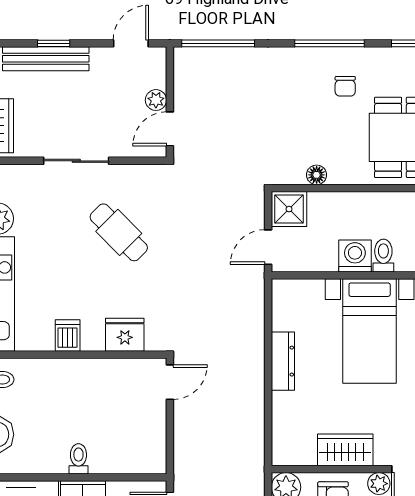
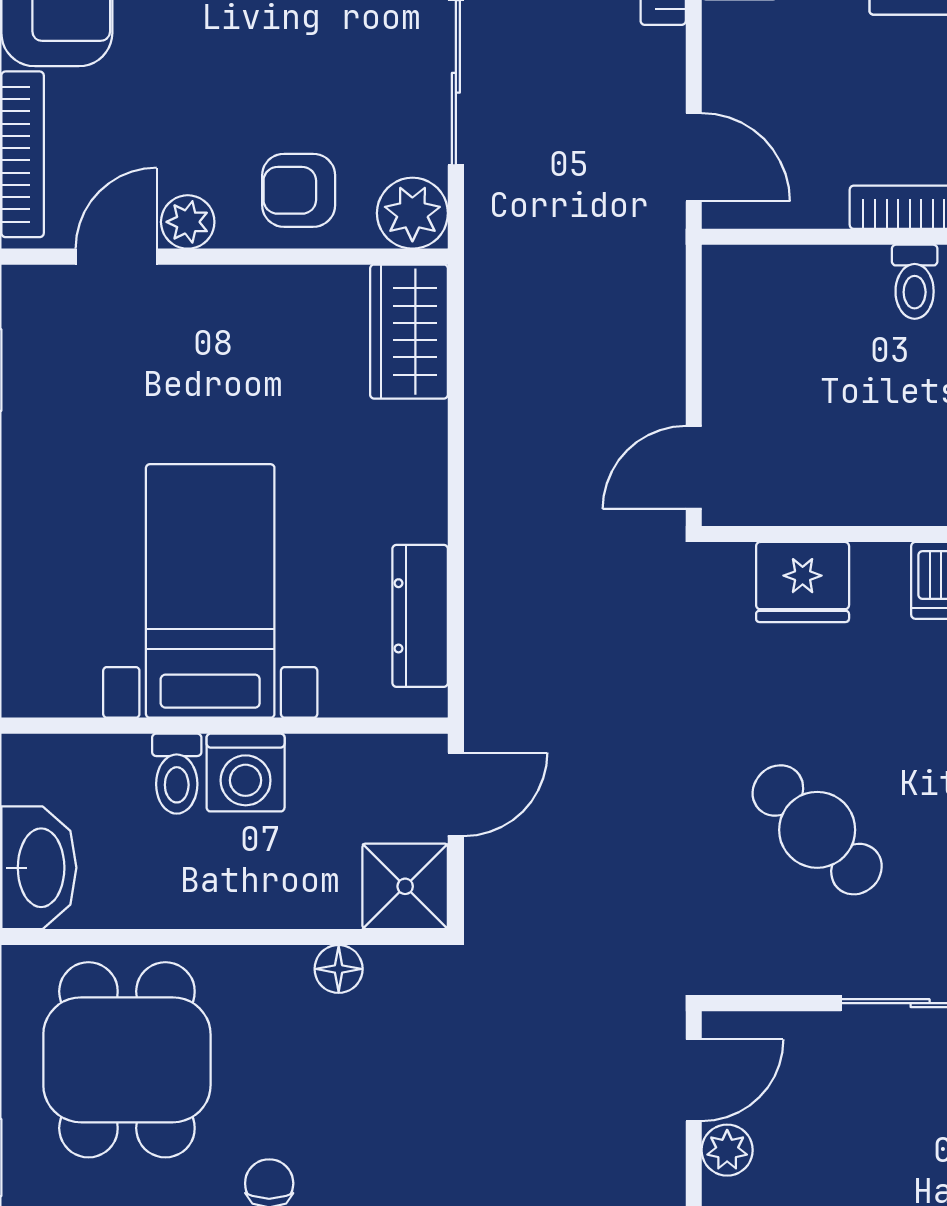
dresser: (283, 361) -> (420, 616), moved
wardrobe: (345, 450) -> (409, 332), moved, turned 90

